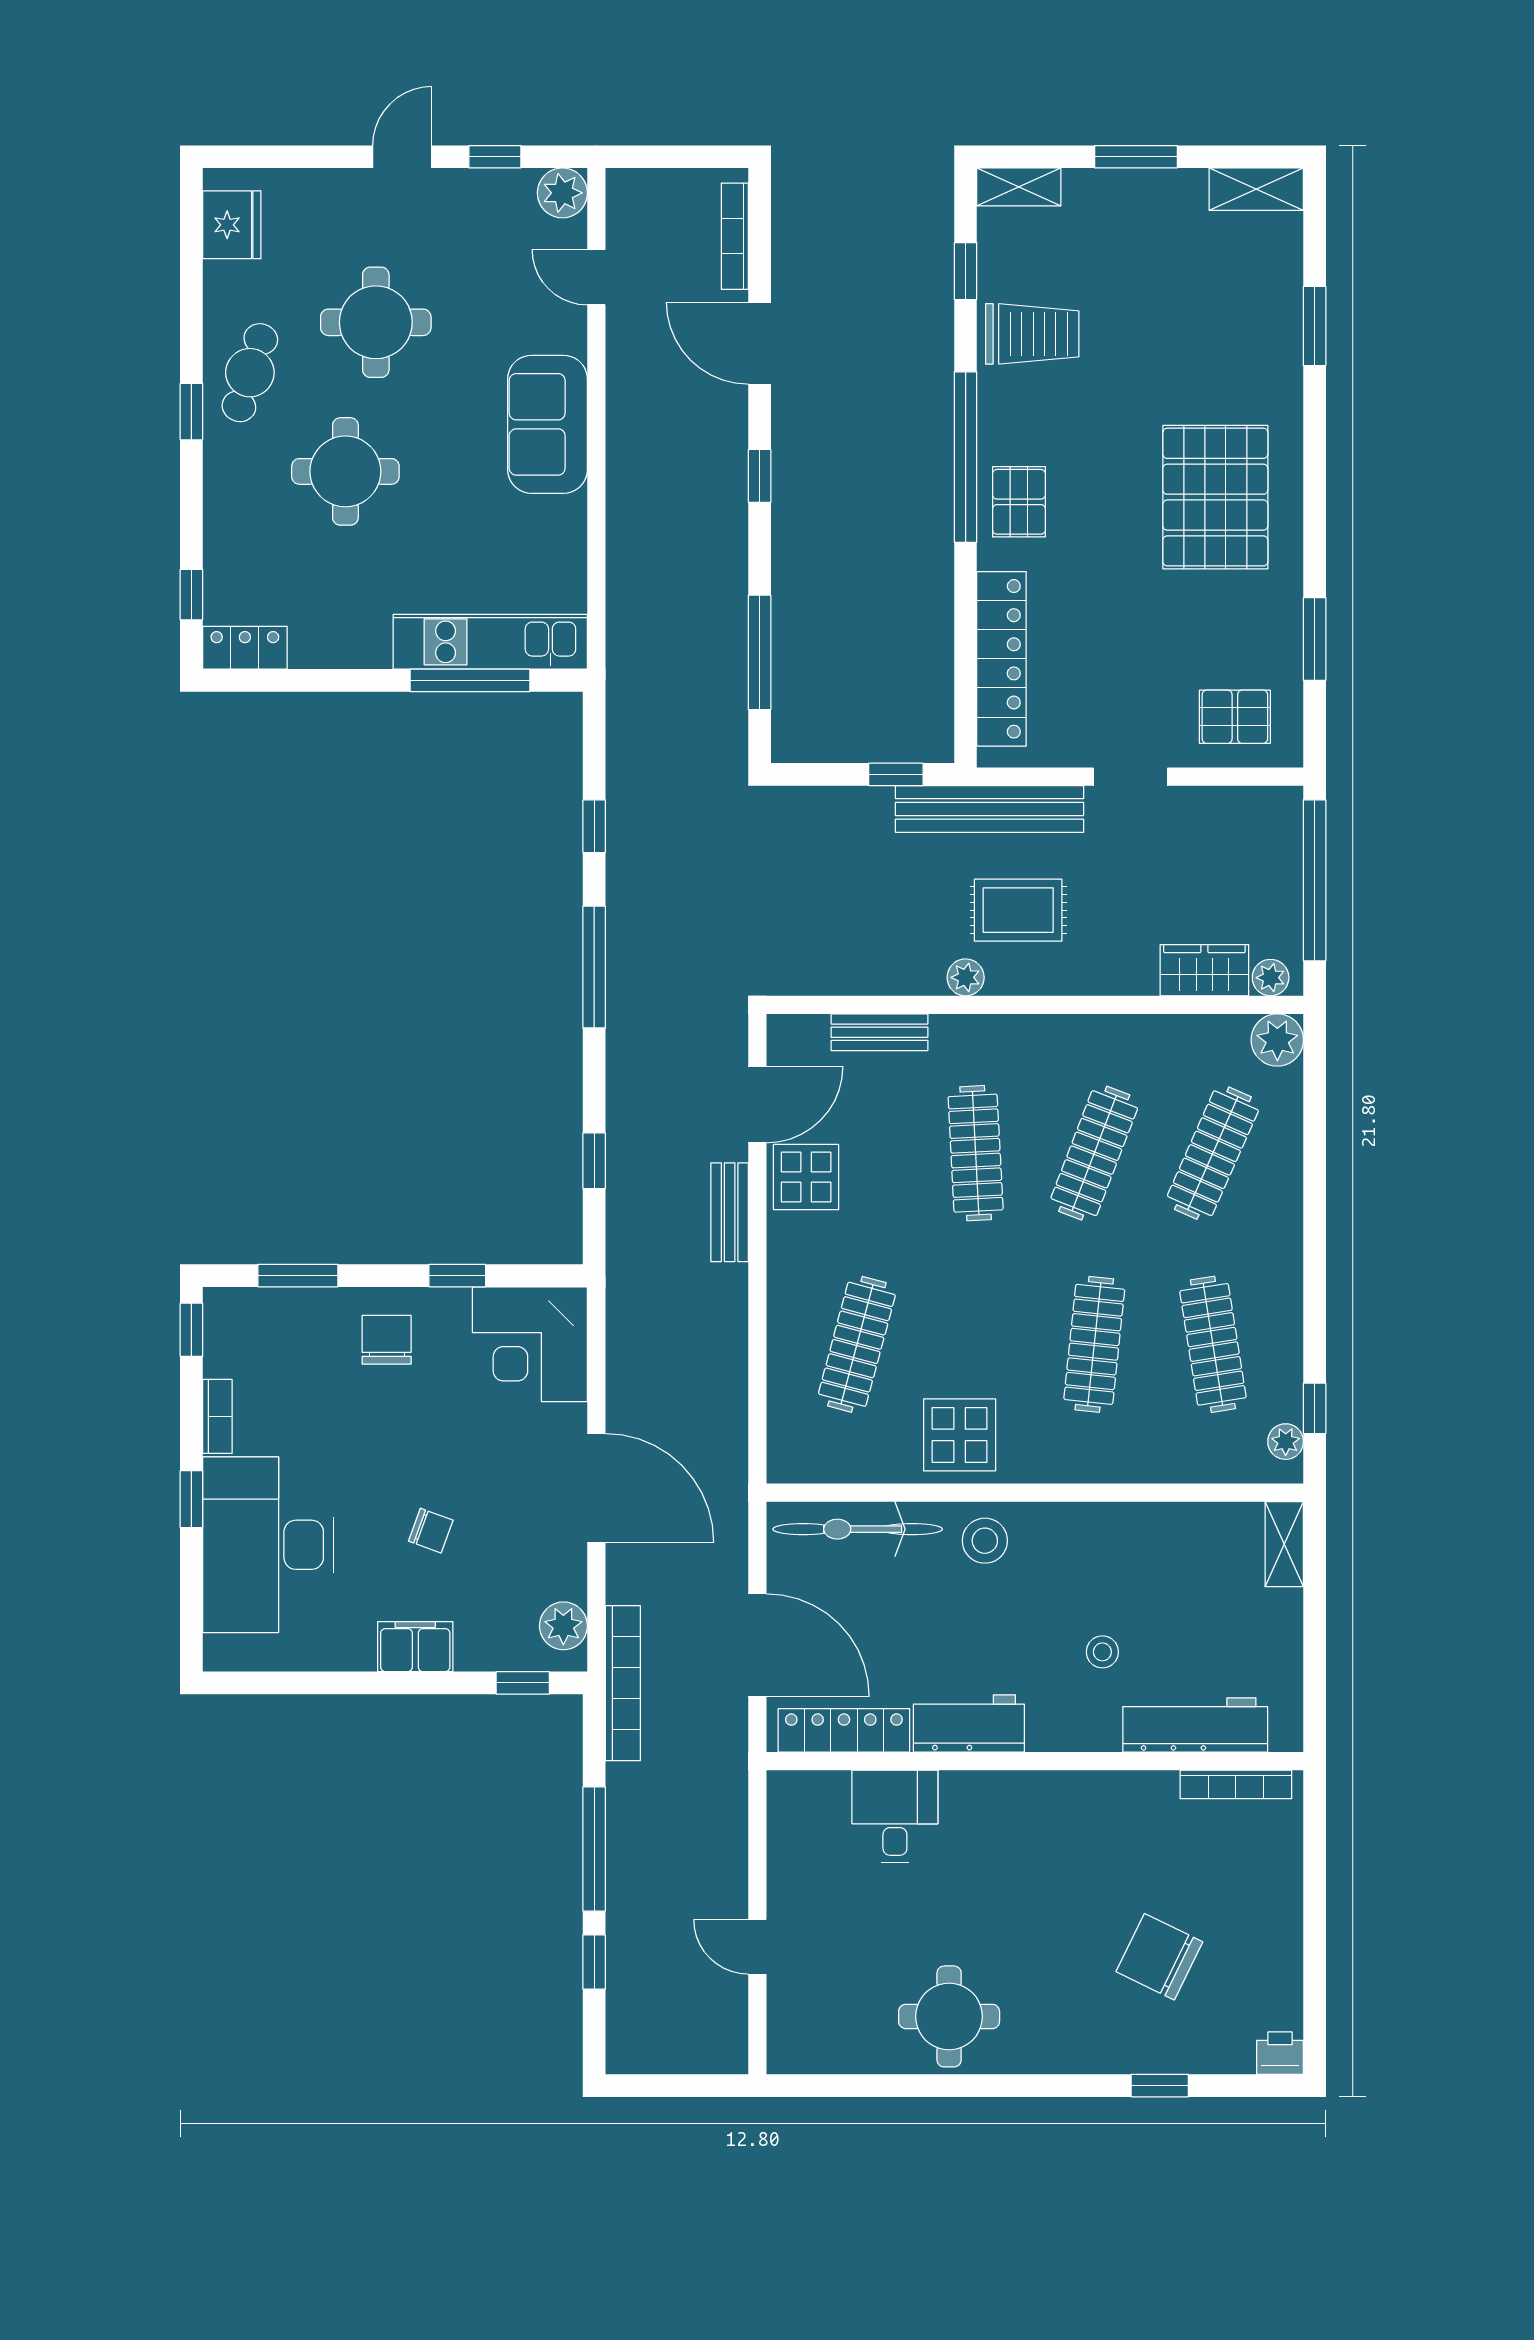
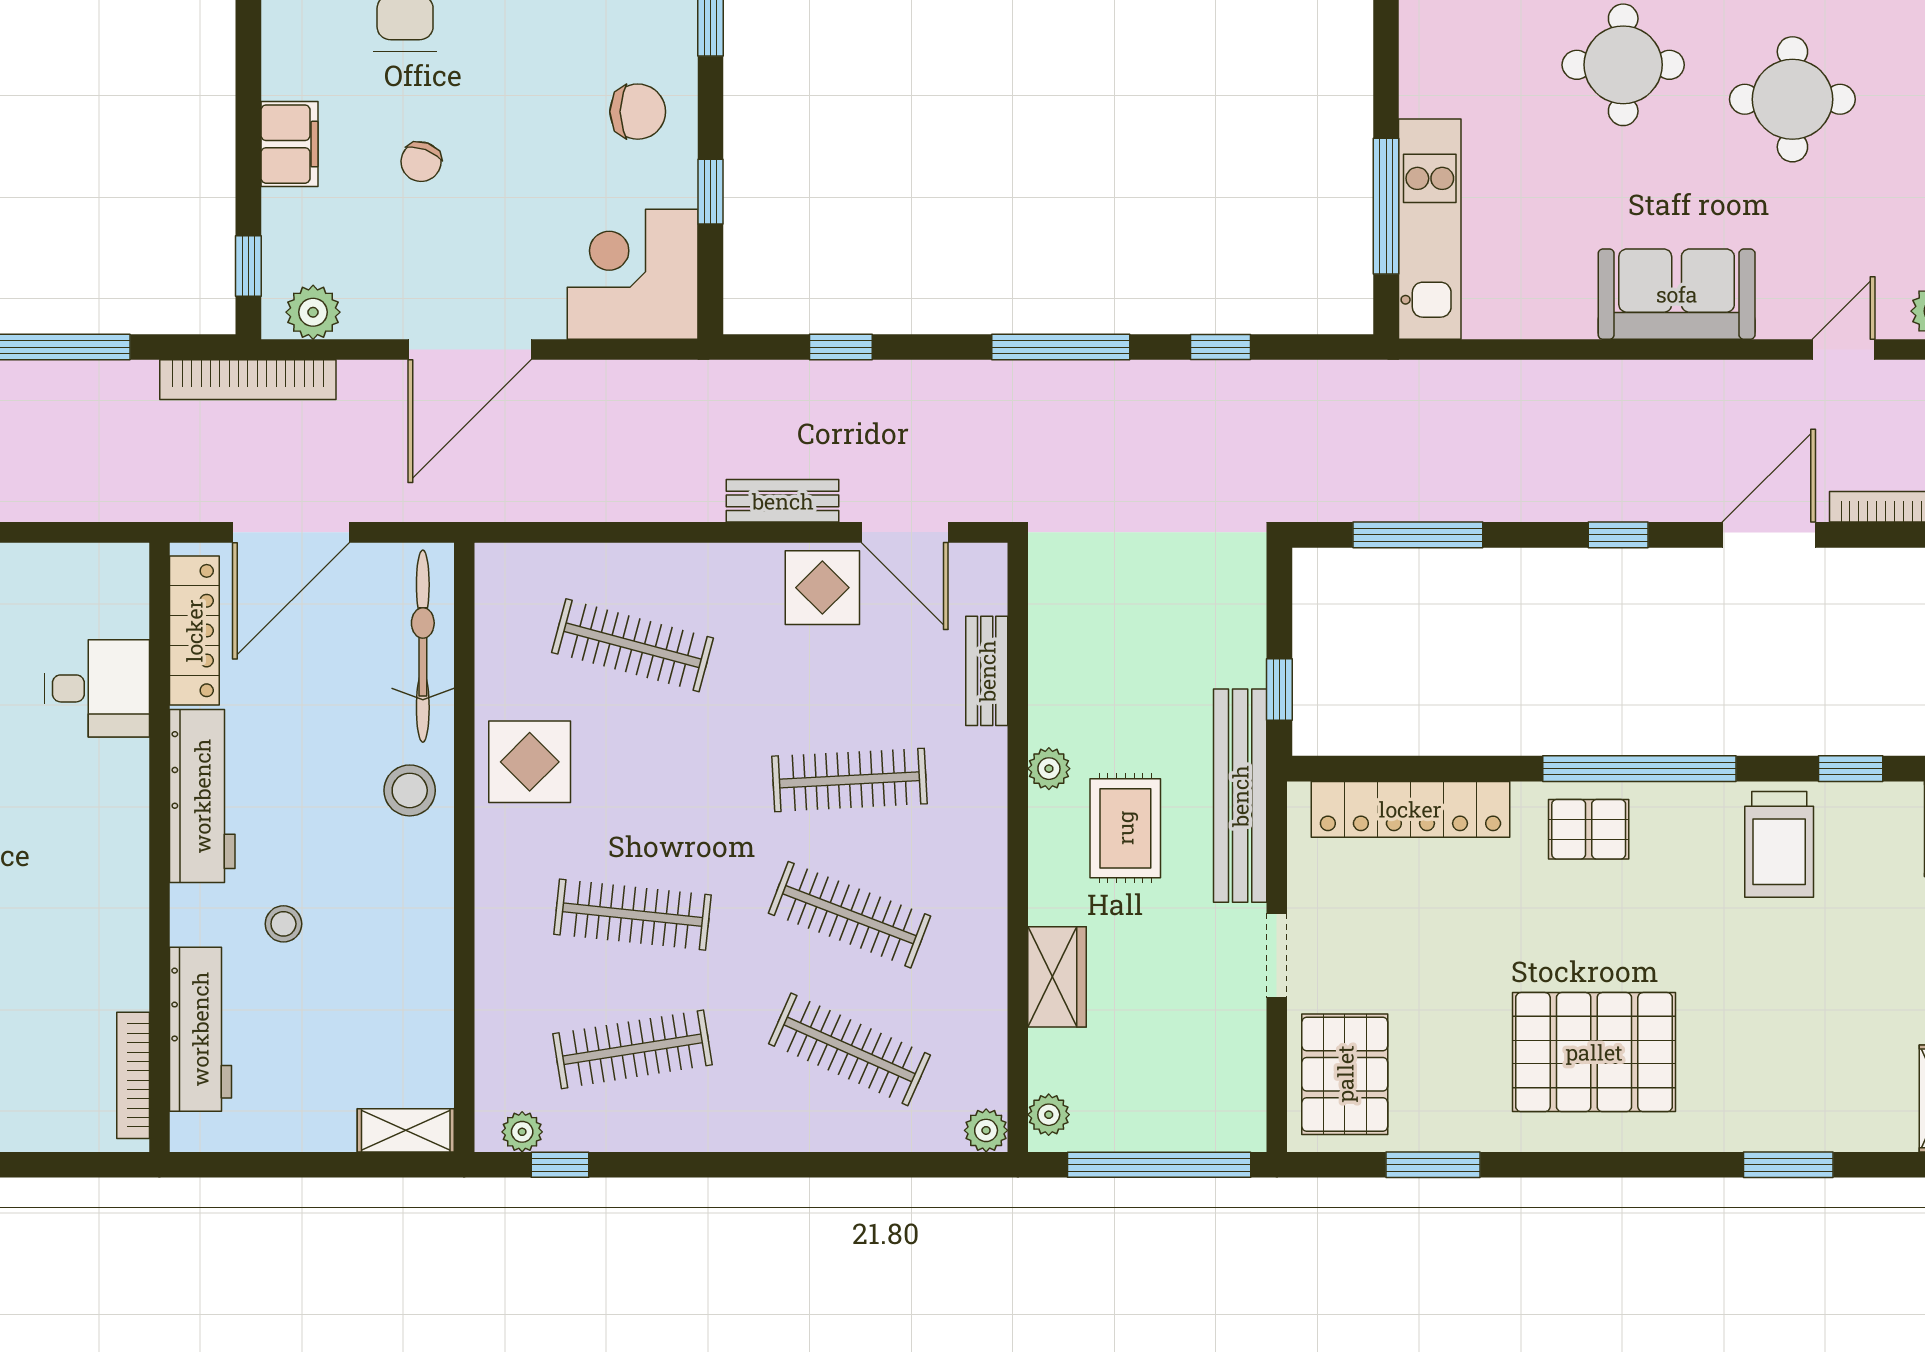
pallet: (1235, 717) -> (1345, 1074), width x1.50, depth x1.42
wardrobe: (1204, 970) -> (1057, 977), moved
plant: (1277, 1040) -> (986, 1130), width x0.73, depth x0.73
workbench: (969, 1724) -> (202, 796), width x1.38

